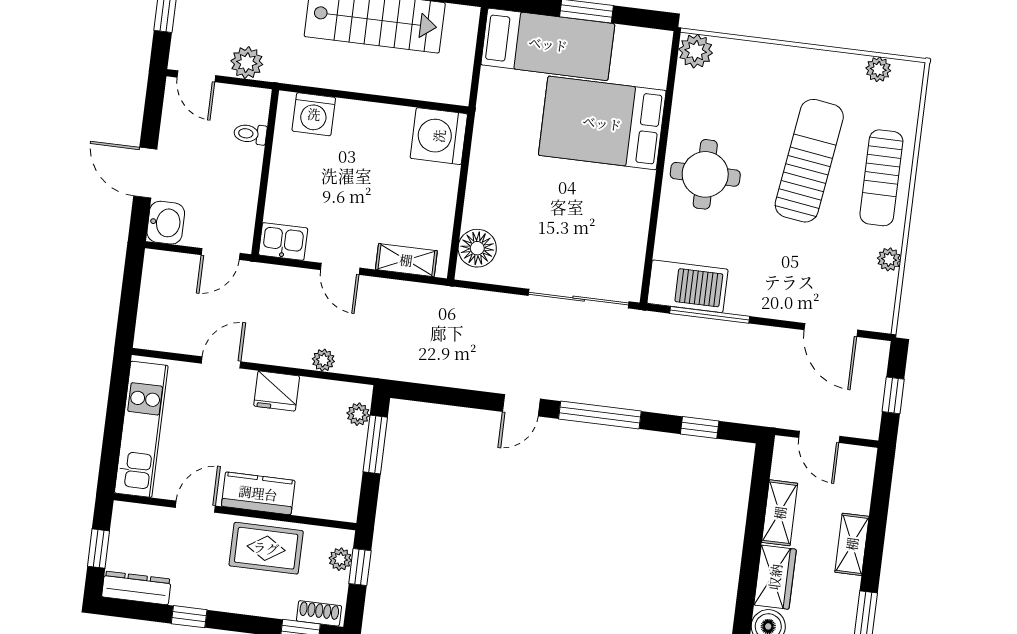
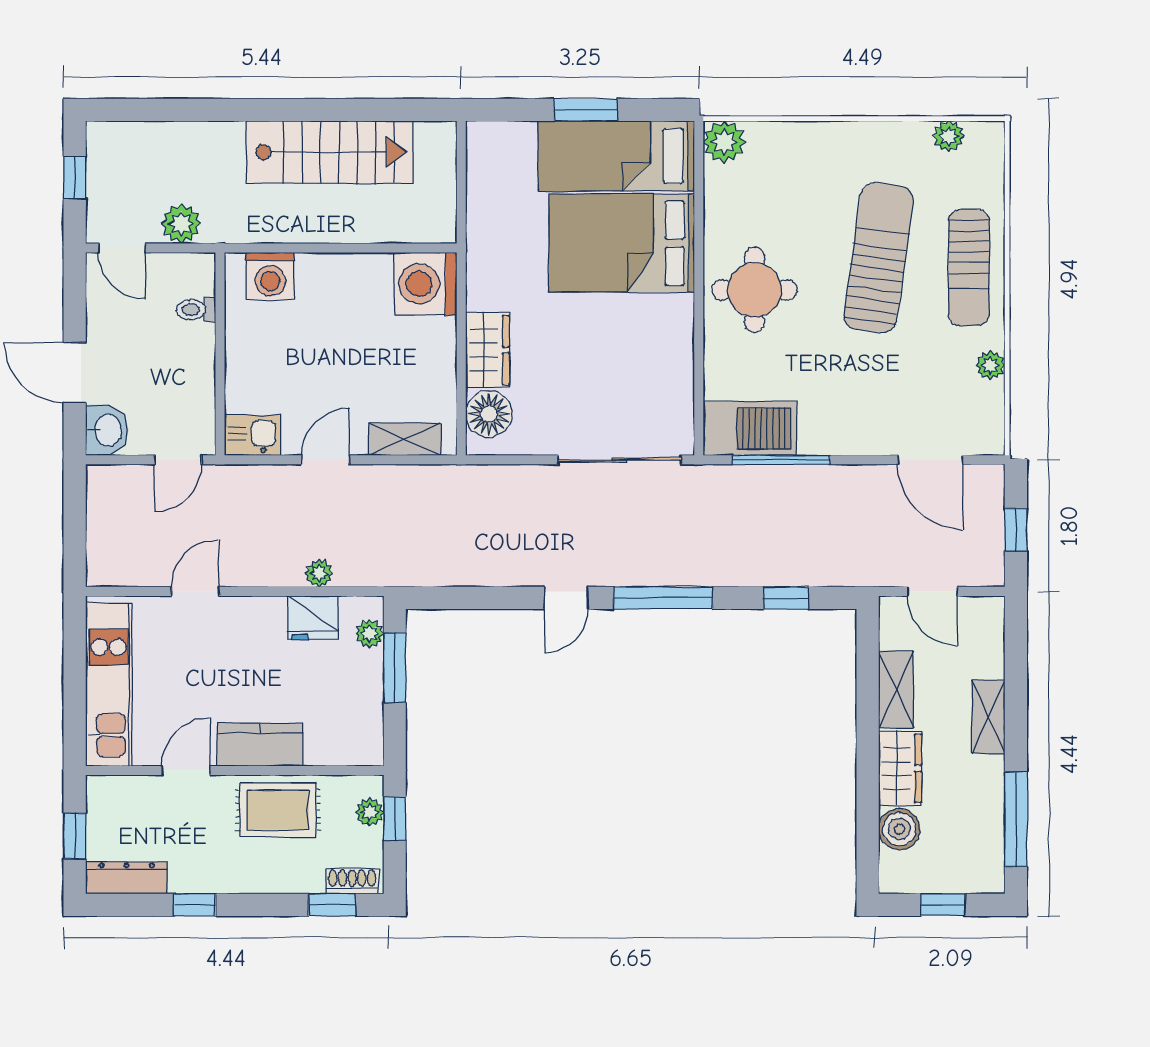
bed: (548, 44) -> (616, 156), moved, turned 180
wardrobe: (483, 196) -> (488, 350), added
door: (340, 269) -> (326, 460), swing flipped
fridge: (277, 391) -> (313, 618), moved

